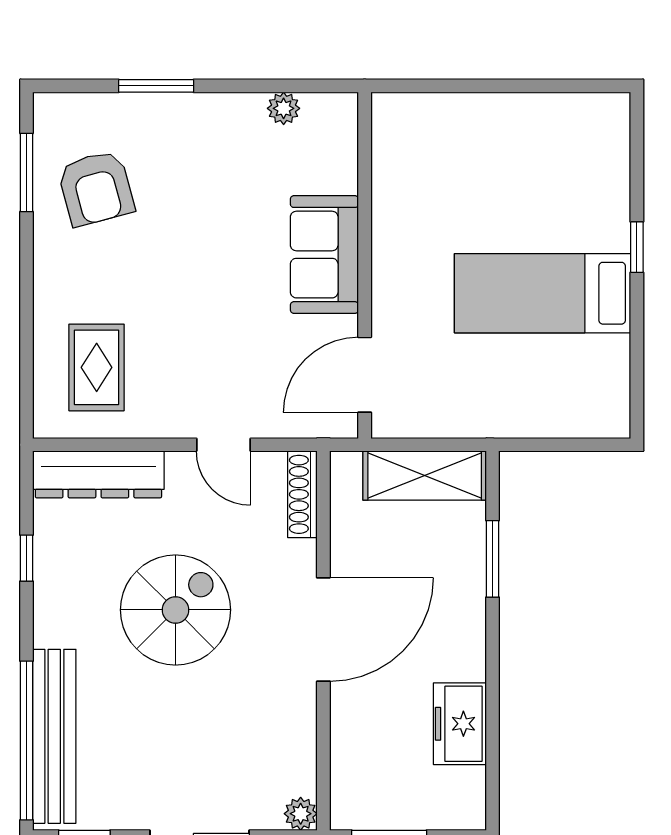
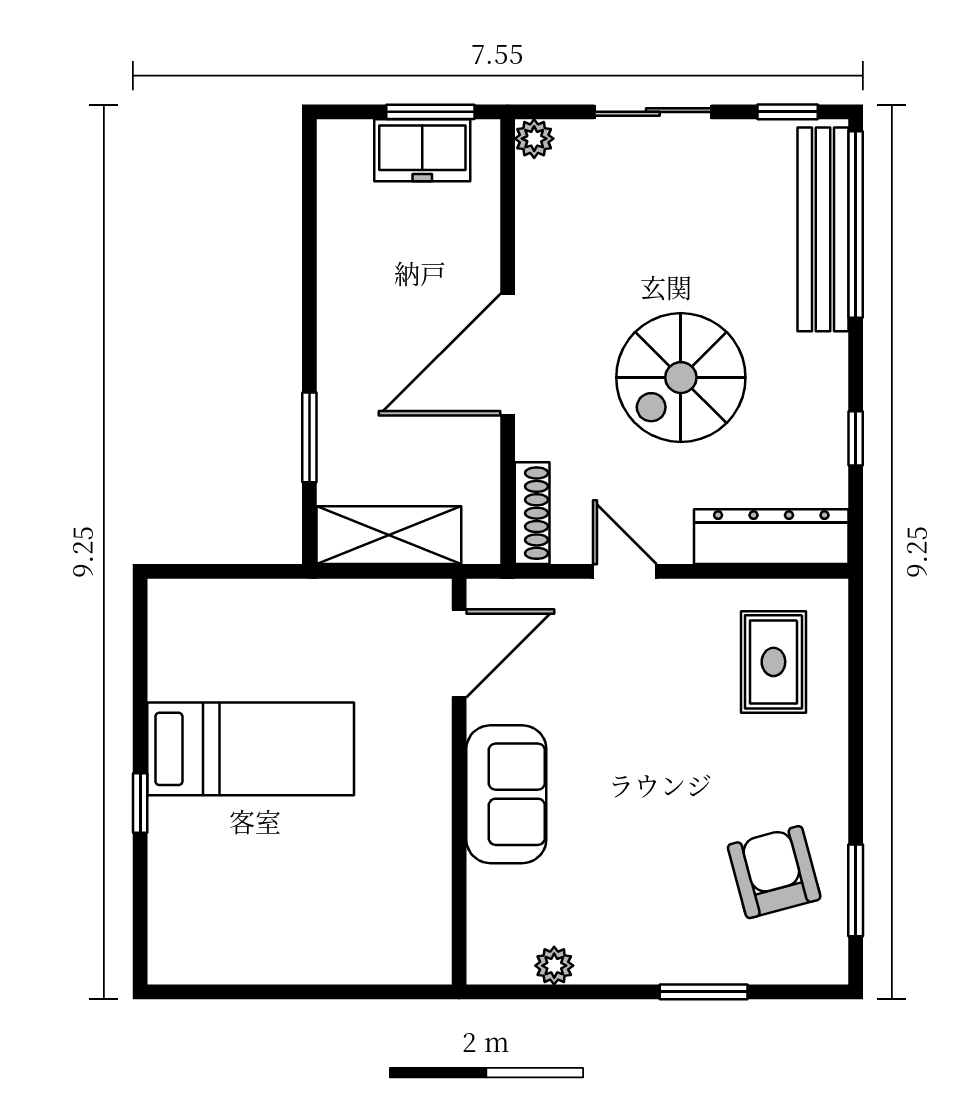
freezer: (460, 724) -> (422, 150), moved, turned 90

